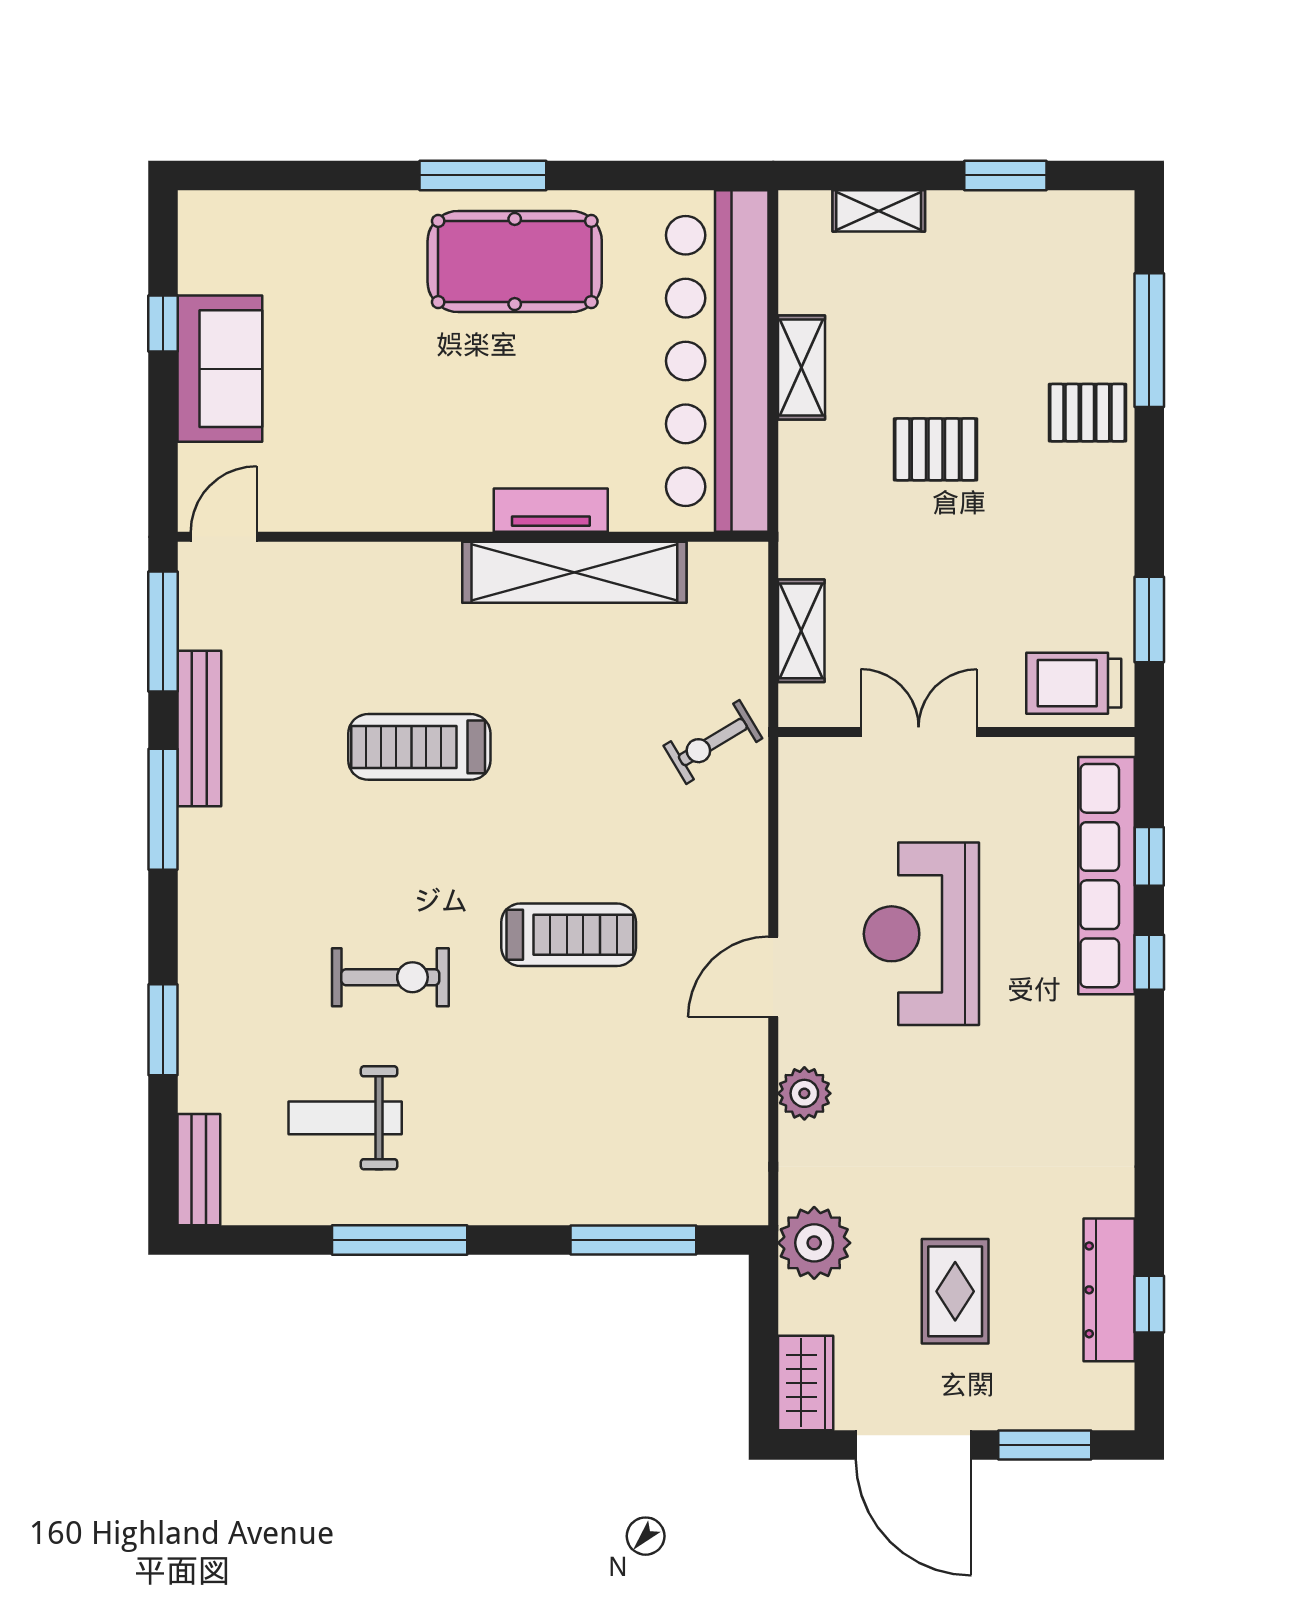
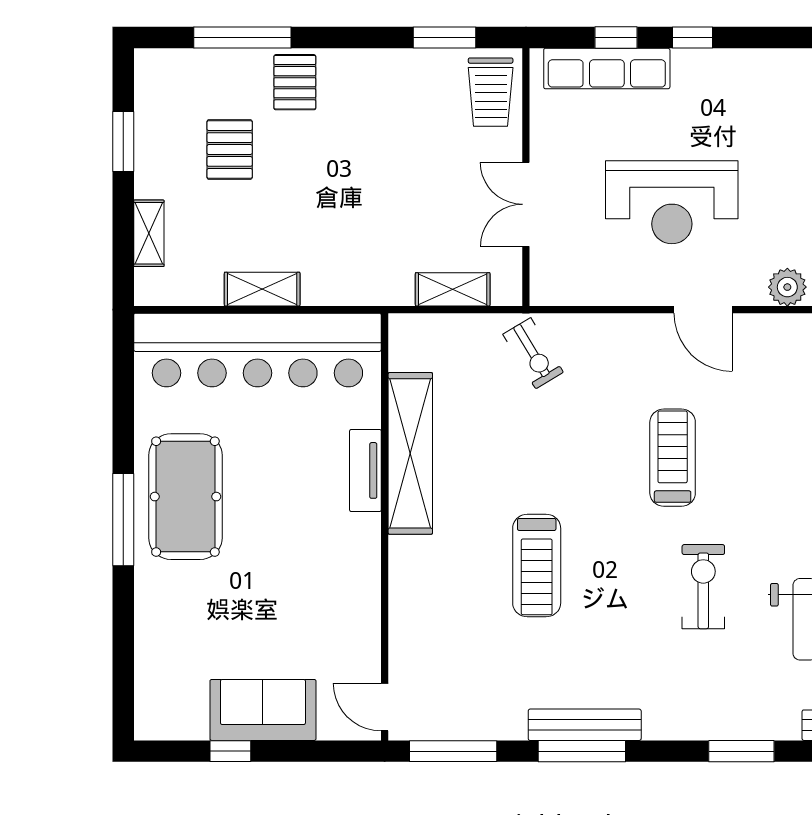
pallet: (935, 449) -> (230, 150), moved
bench: (199, 729) -> (585, 725), moved
row of seats: (1106, 876) -> (607, 69), width x0.73

